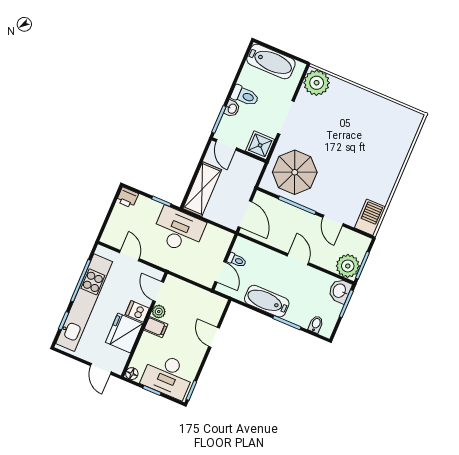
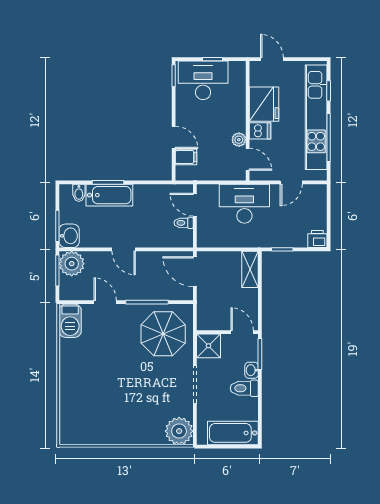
shelving: (202, 189) -> (250, 269), width x0.67, depth x0.75
desk: (179, 230) -> (244, 204), moved, turned 180
door: (129, 256) -> (291, 182), hinge flipped
bathtub: (267, 301) -> (109, 195), moved
filing cabinet: (156, 327) -> (186, 157), moved, turned 180
floor lamp: (132, 374) -> (239, 67), removed

